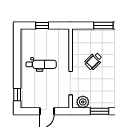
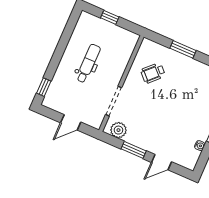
wheelchair: (94, 61) -> (153, 73), moved
dental chair: (41, 64) -> (88, 63), turned -90

